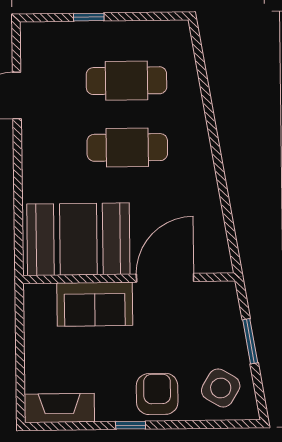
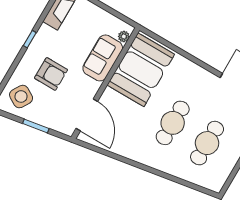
door: (165, 278) -> (87, 115), moved
plant: (46, 292) -> (124, 36), added
armchair: (157, 394) -> (51, 74), moved

